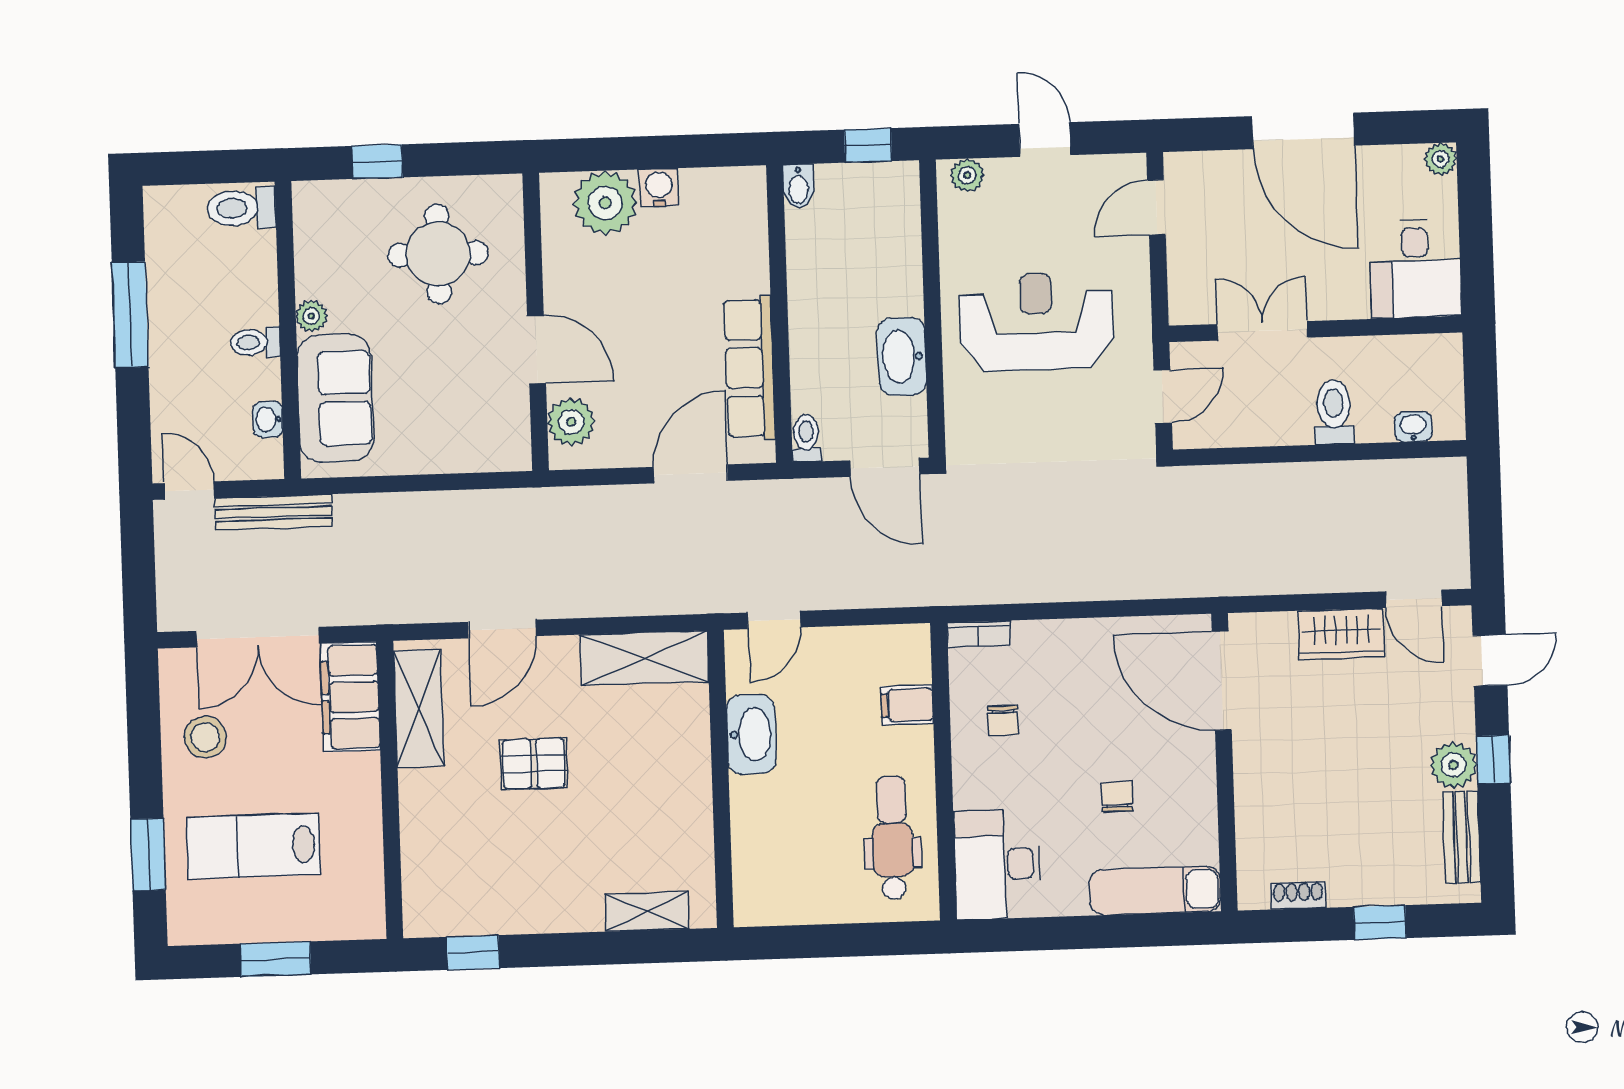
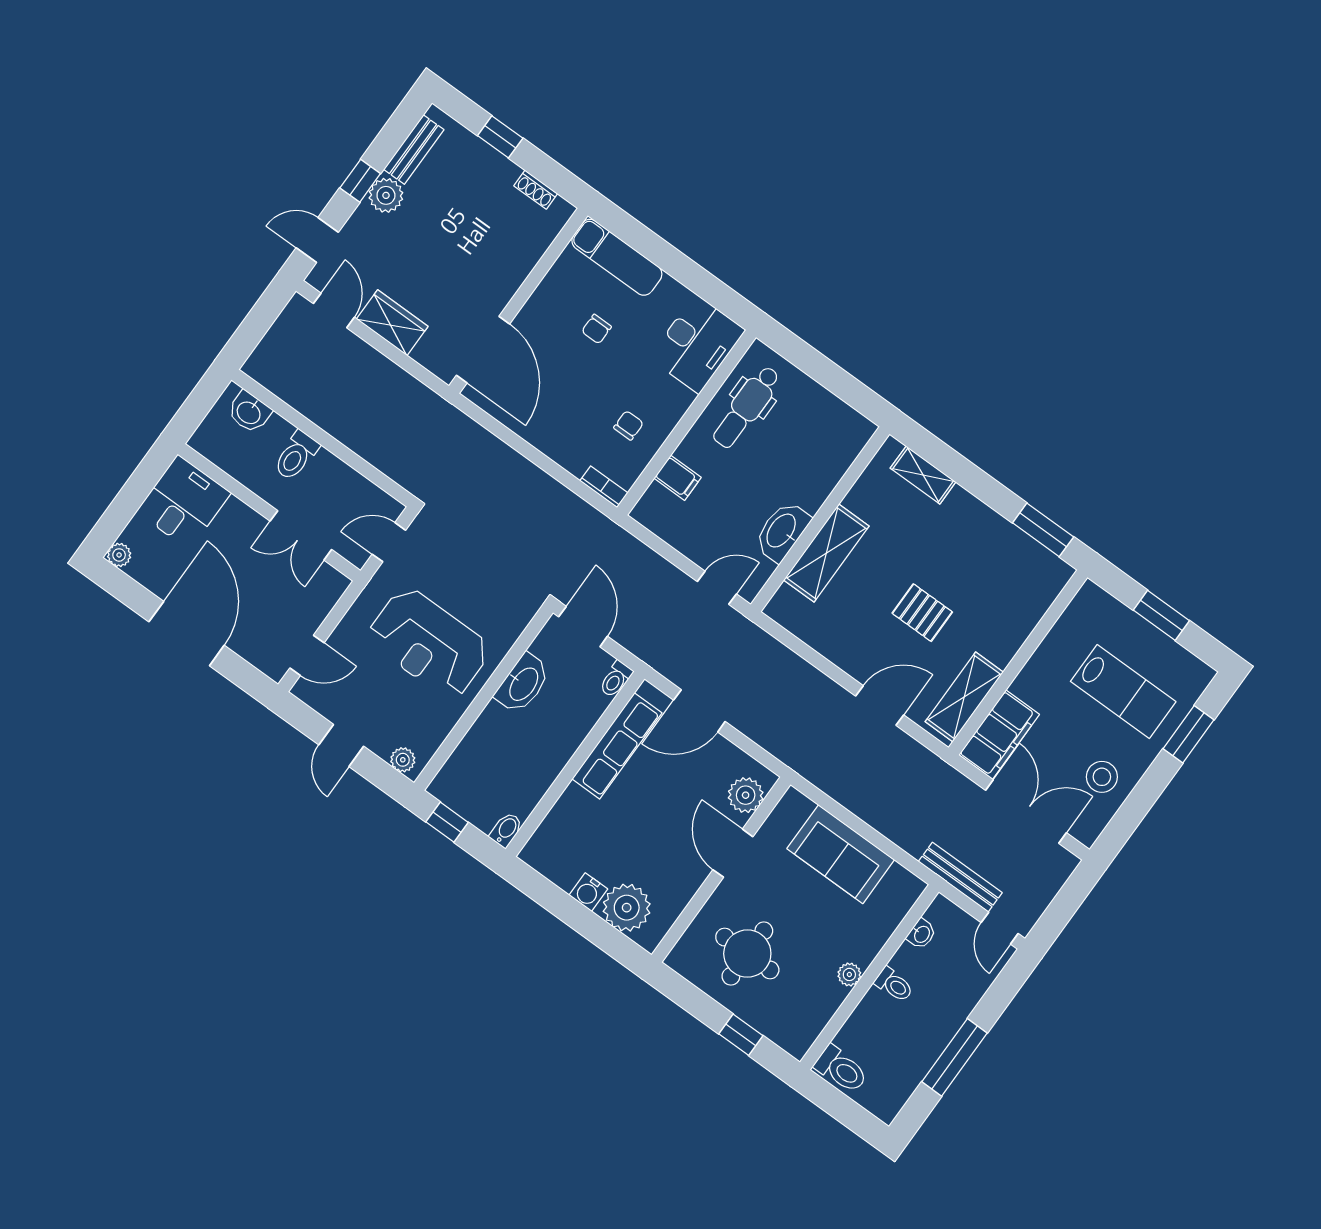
sofa: (335, 398) -> (841, 854), moved, turned -90
washbasin: (1413, 427) -> (249, 412), width x1.38, depth x1.45
shelving: (644, 658) -> (826, 553), moved, turned 90
window: (473, 953) -> (1043, 530), width x1.50

